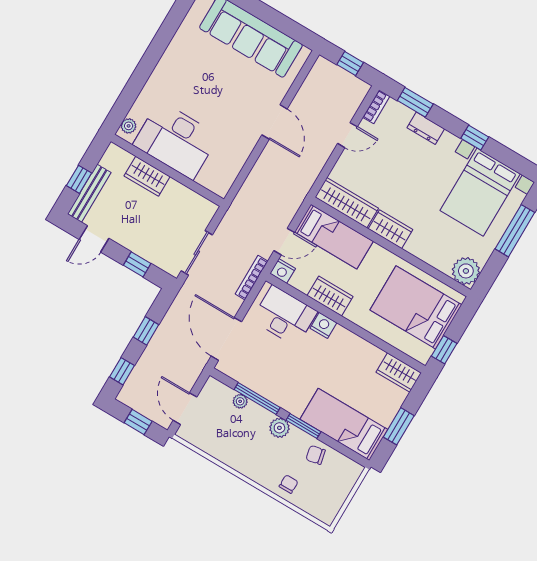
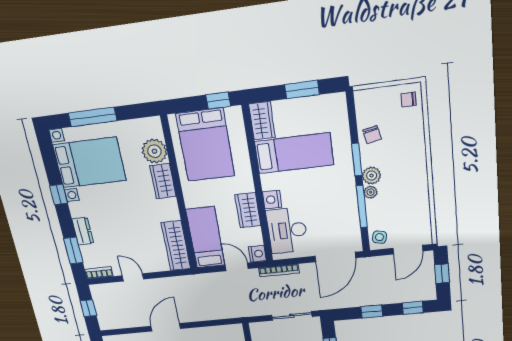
wardrobe: (390, 229) -> (163, 181), moved
plant: (466, 271) -> (154, 151), moved
side table: (216, 393) -> (380, 237), added
plant: (240, 401) -> (371, 192), moved
bed: (344, 424) -> (294, 153), moved, turned -90
chair: (289, 484) -> (409, 100), moved

